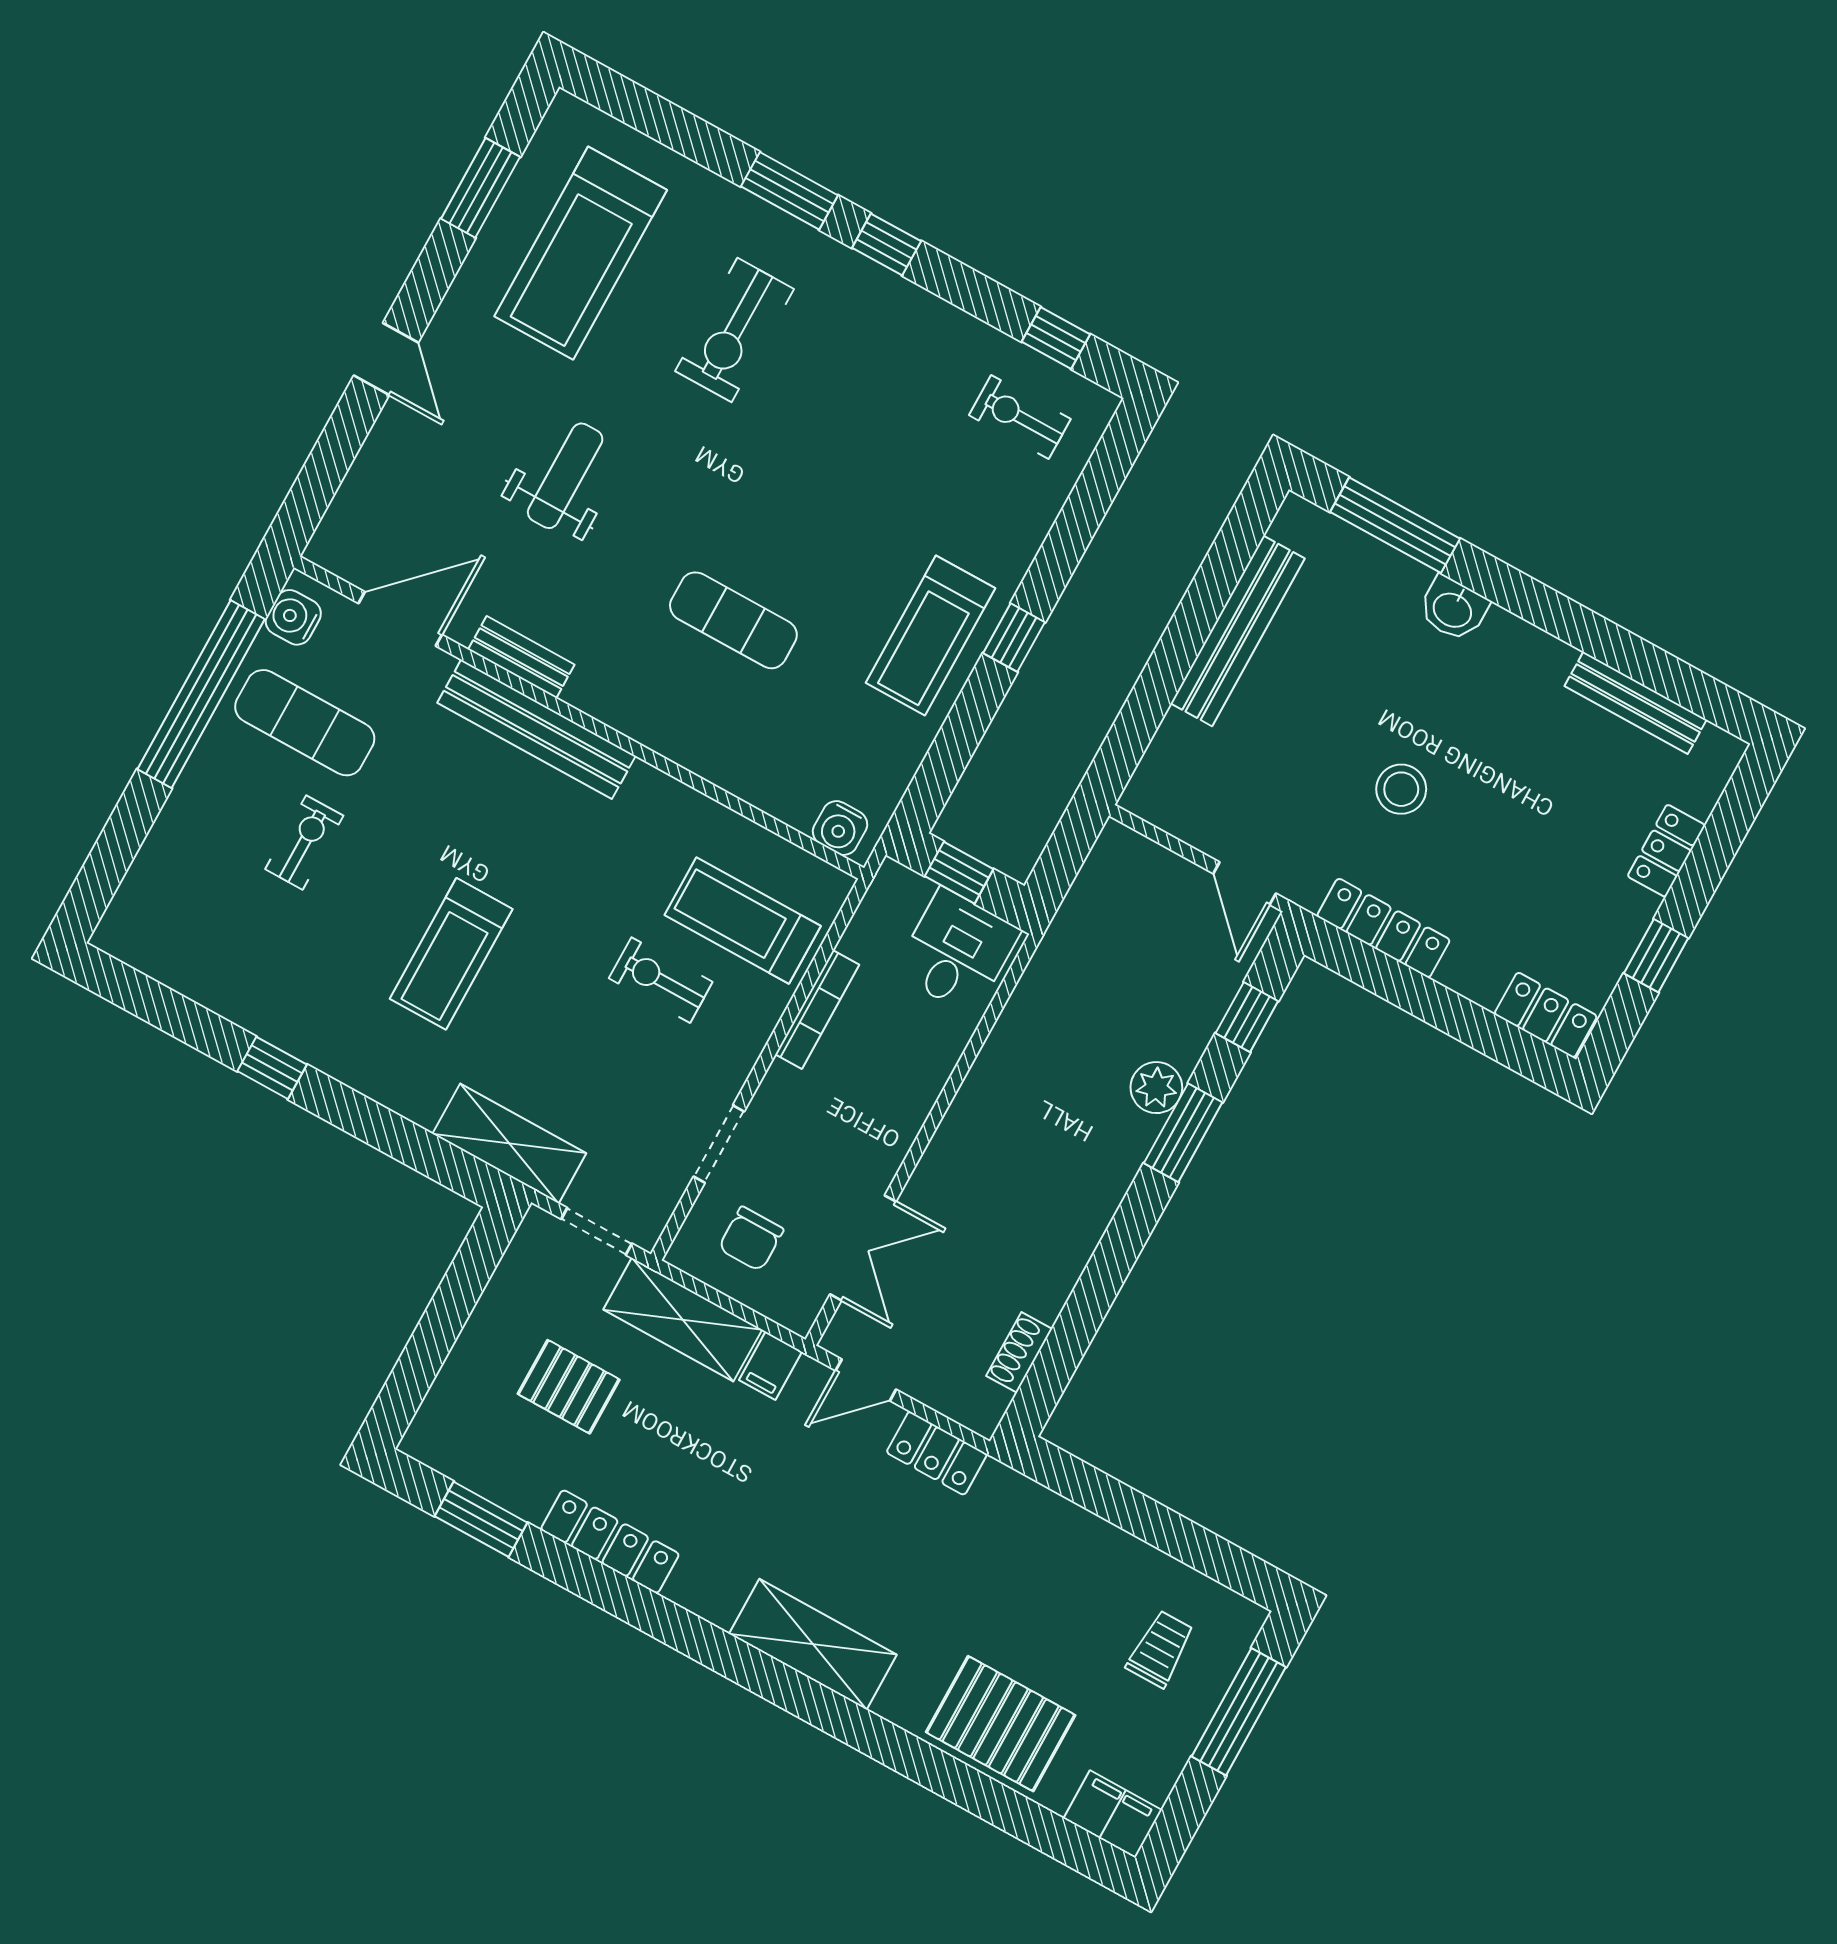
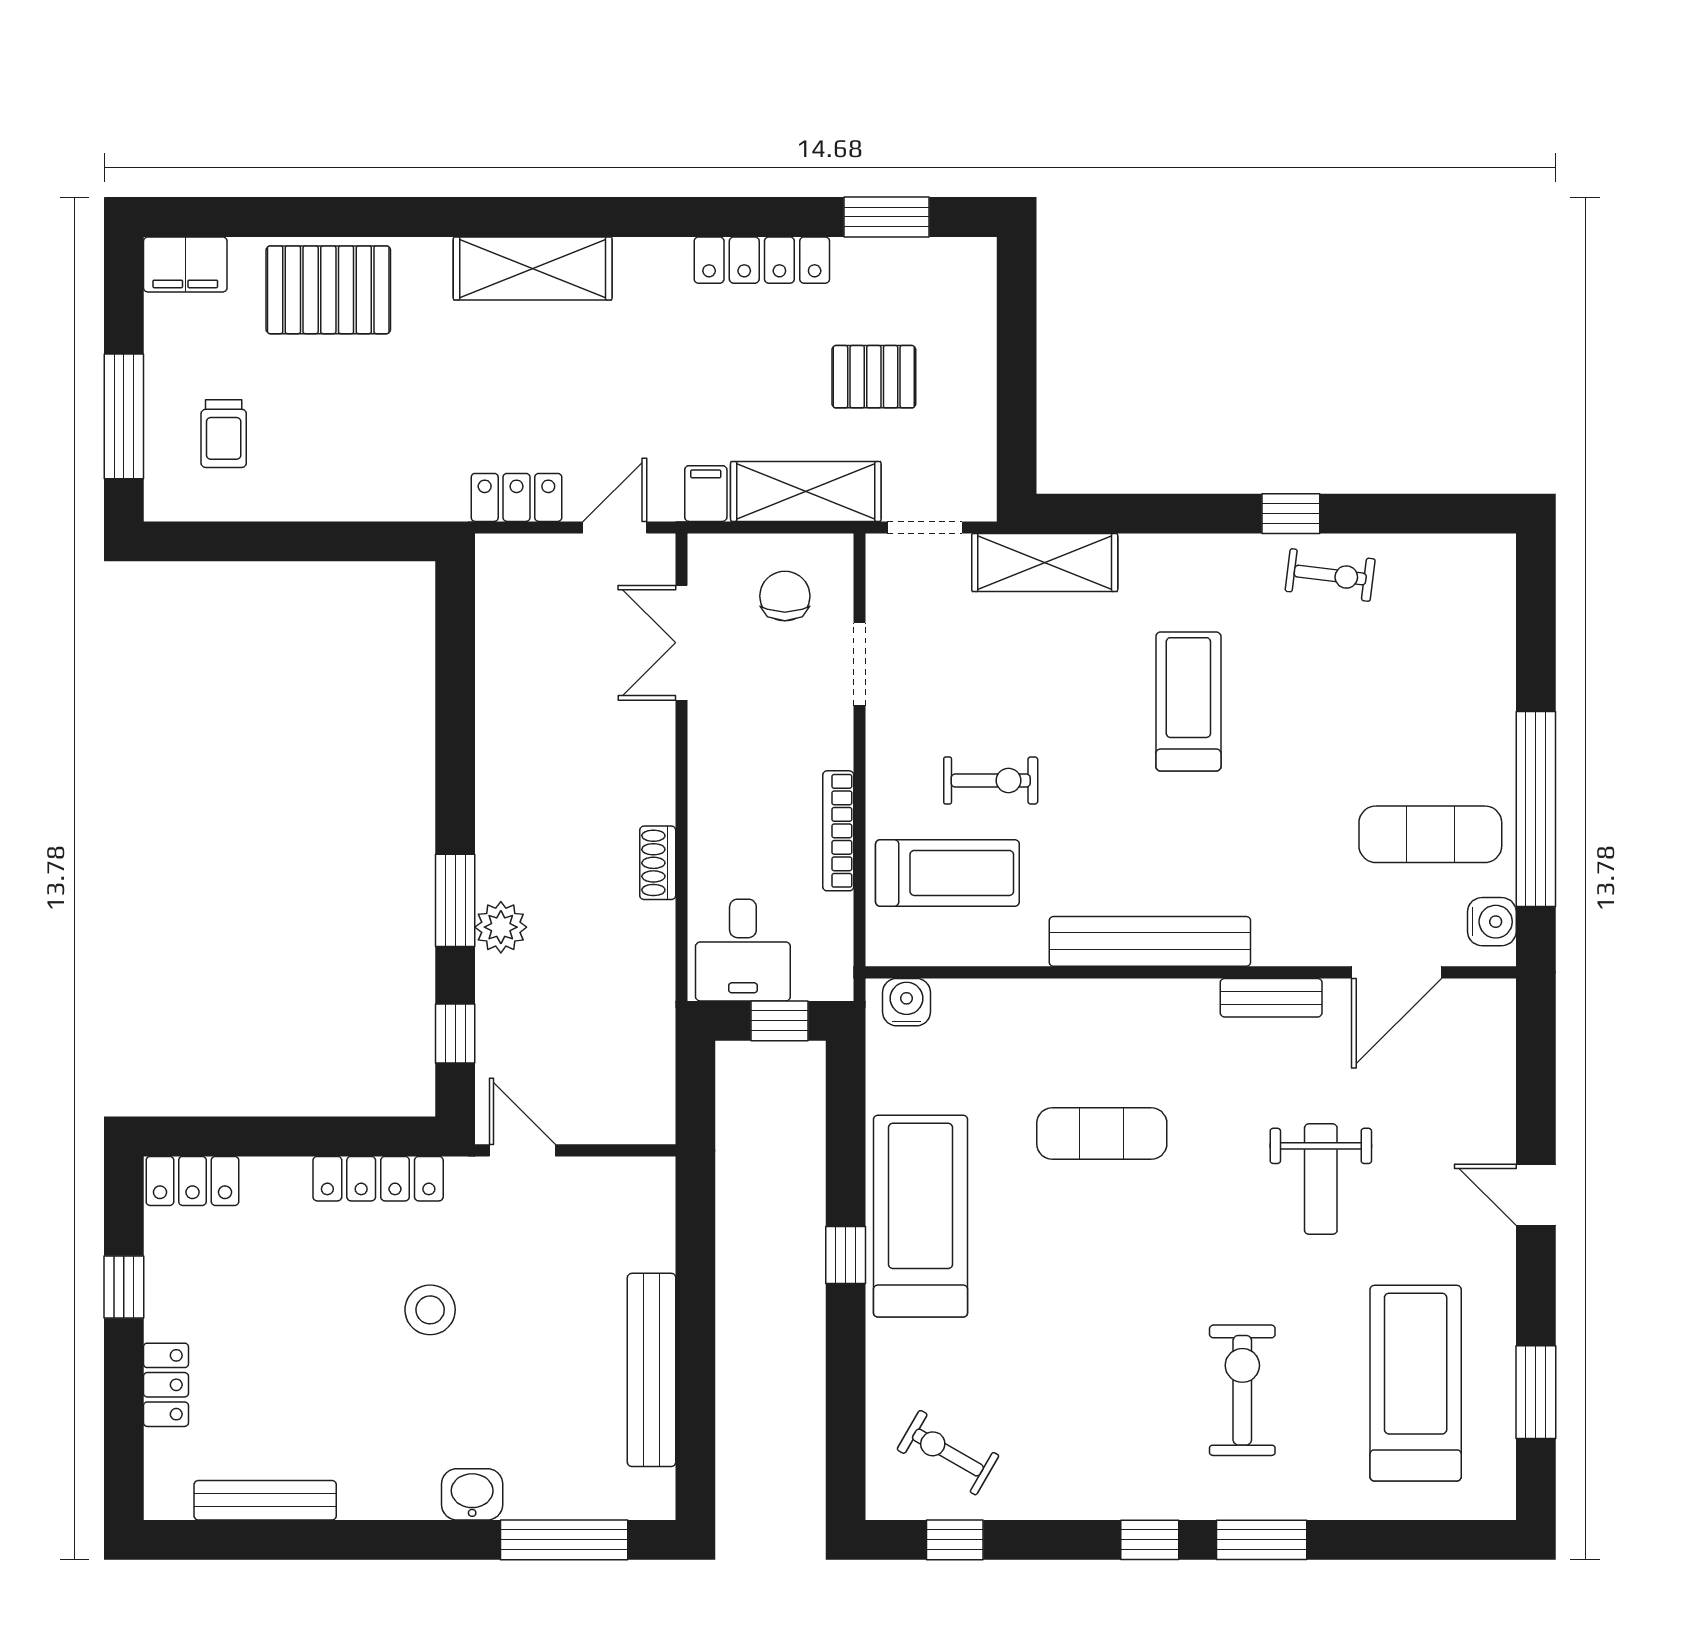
exercise bike: (1020, 417) -> (948, 1453), turned -150
treadmill: (930, 635) -> (921, 1216), width x1.37, depth x1.38
bench: (537, 729) -> (1150, 941), moved
exercise bike: (304, 842) -> (1330, 575), moved, turned -83
shoe rack: (1019, 1352) -> (658, 863), moved, turned 180

